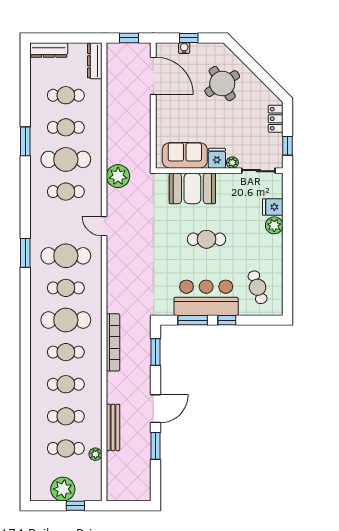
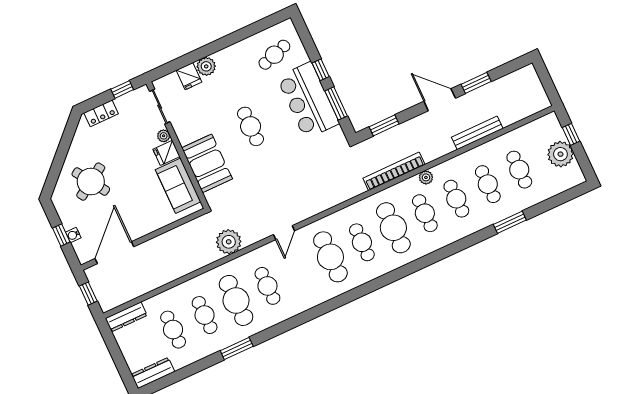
dresser: (49, 50) -> (153, 373), moved, turned -90
window: (25, 253) -> (510, 222), moved
plant: (95, 454) -> (426, 177), moved

